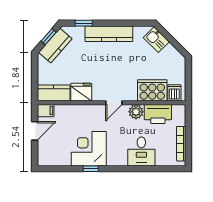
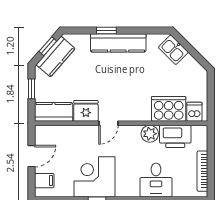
window: (84, 23) -> (106, 30), moved
window: (35, 73) -> (31, 89), added
door: (114, 103) -> (108, 123), moved
filing cabinet: (46, 111) -> (44, 181), moved

